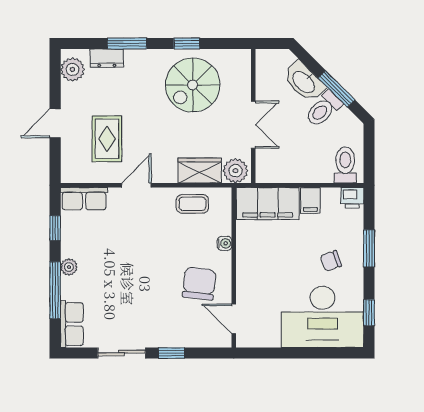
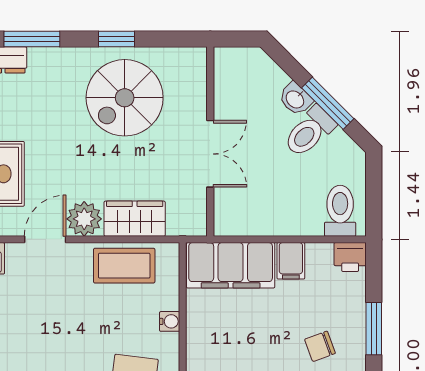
washbasin: (304, 82) -> (295, 99), width x0.52, depth x0.69
plant: (235, 171) -> (84, 219), moved
coffee table: (192, 204) -> (124, 266), width x1.36, depth x1.30

